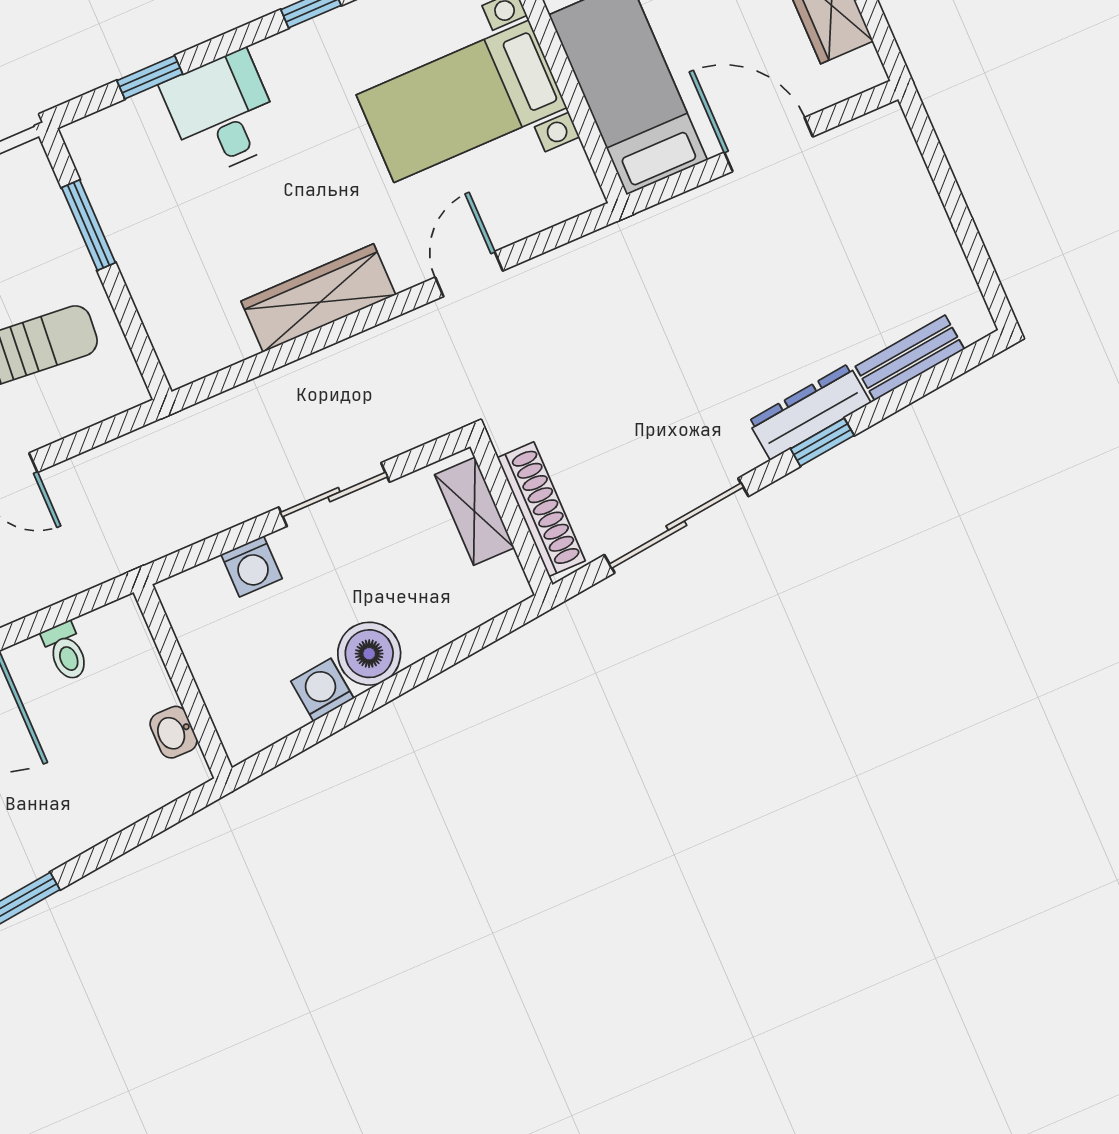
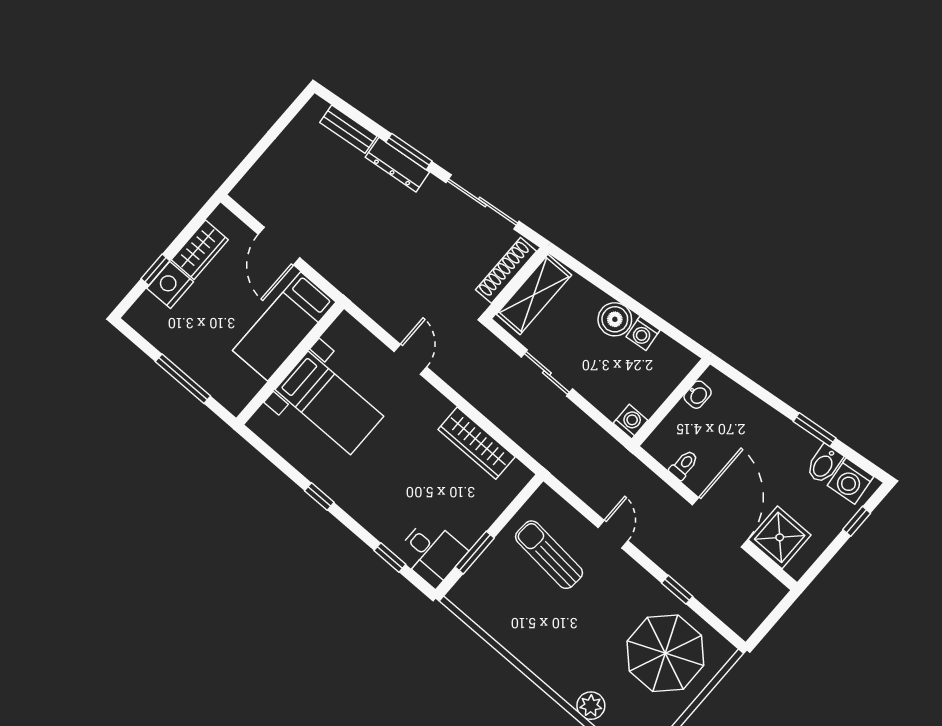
desk: (222, 113) -> (431, 553), moved, turned -90
door: (469, 274) -> (410, 359), swing flipped
wardrobe: (318, 298) -> (477, 443), moved
window: (822, 442) -> (409, 152), width x1.50
shelving: (474, 511) -> (534, 295), width x1.50, depth x1.33
washing machine: (252, 566) -> (630, 422), moved

